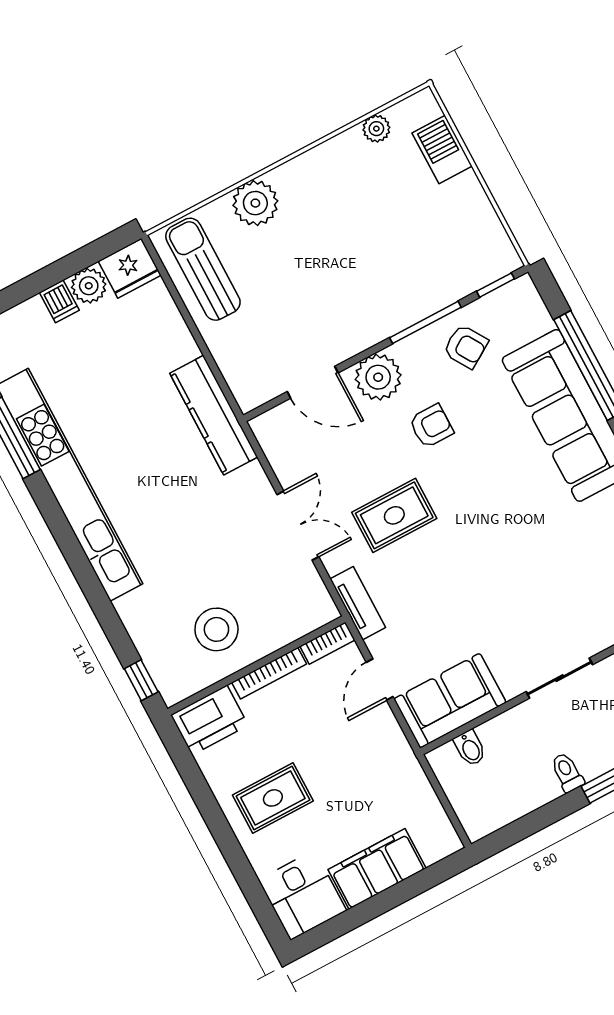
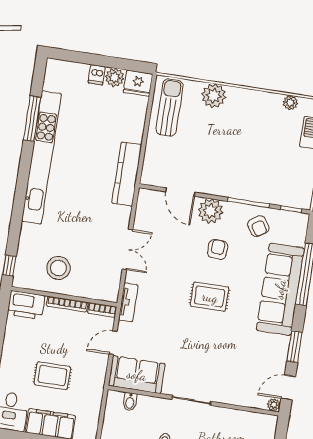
armchair: (431, 426) -> (218, 249), turned -86
rug: (394, 515) -> (210, 297), moved
rug: (273, 798) -> (52, 376), moved

